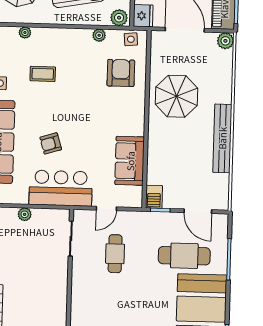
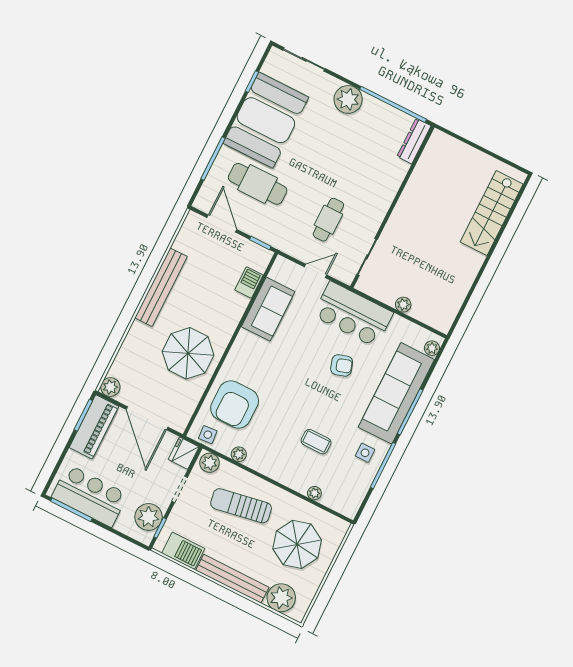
armchair: (121, 73) -> (235, 405), width x1.36, depth x1.36
barbecue: (154, 197) -> (249, 283), moved

